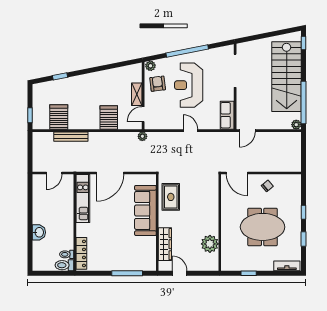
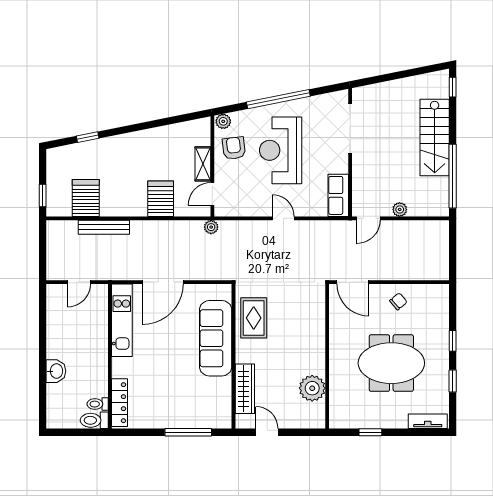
stairs: (287, 77) -> (435, 138), width x0.73, depth x0.66
plant: (296, 125) -> (400, 209), moved

